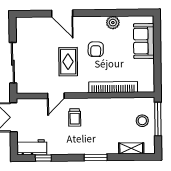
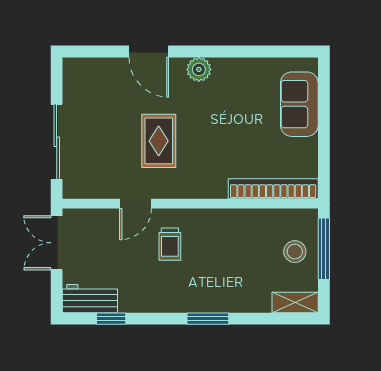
plant: (113, 23) -> (199, 69), moved
armchair: (96, 49) -> (210, 118), removed
bookcase: (113, 87) -> (273, 189), moved
shelving: (131, 148) -> (295, 302), moved

